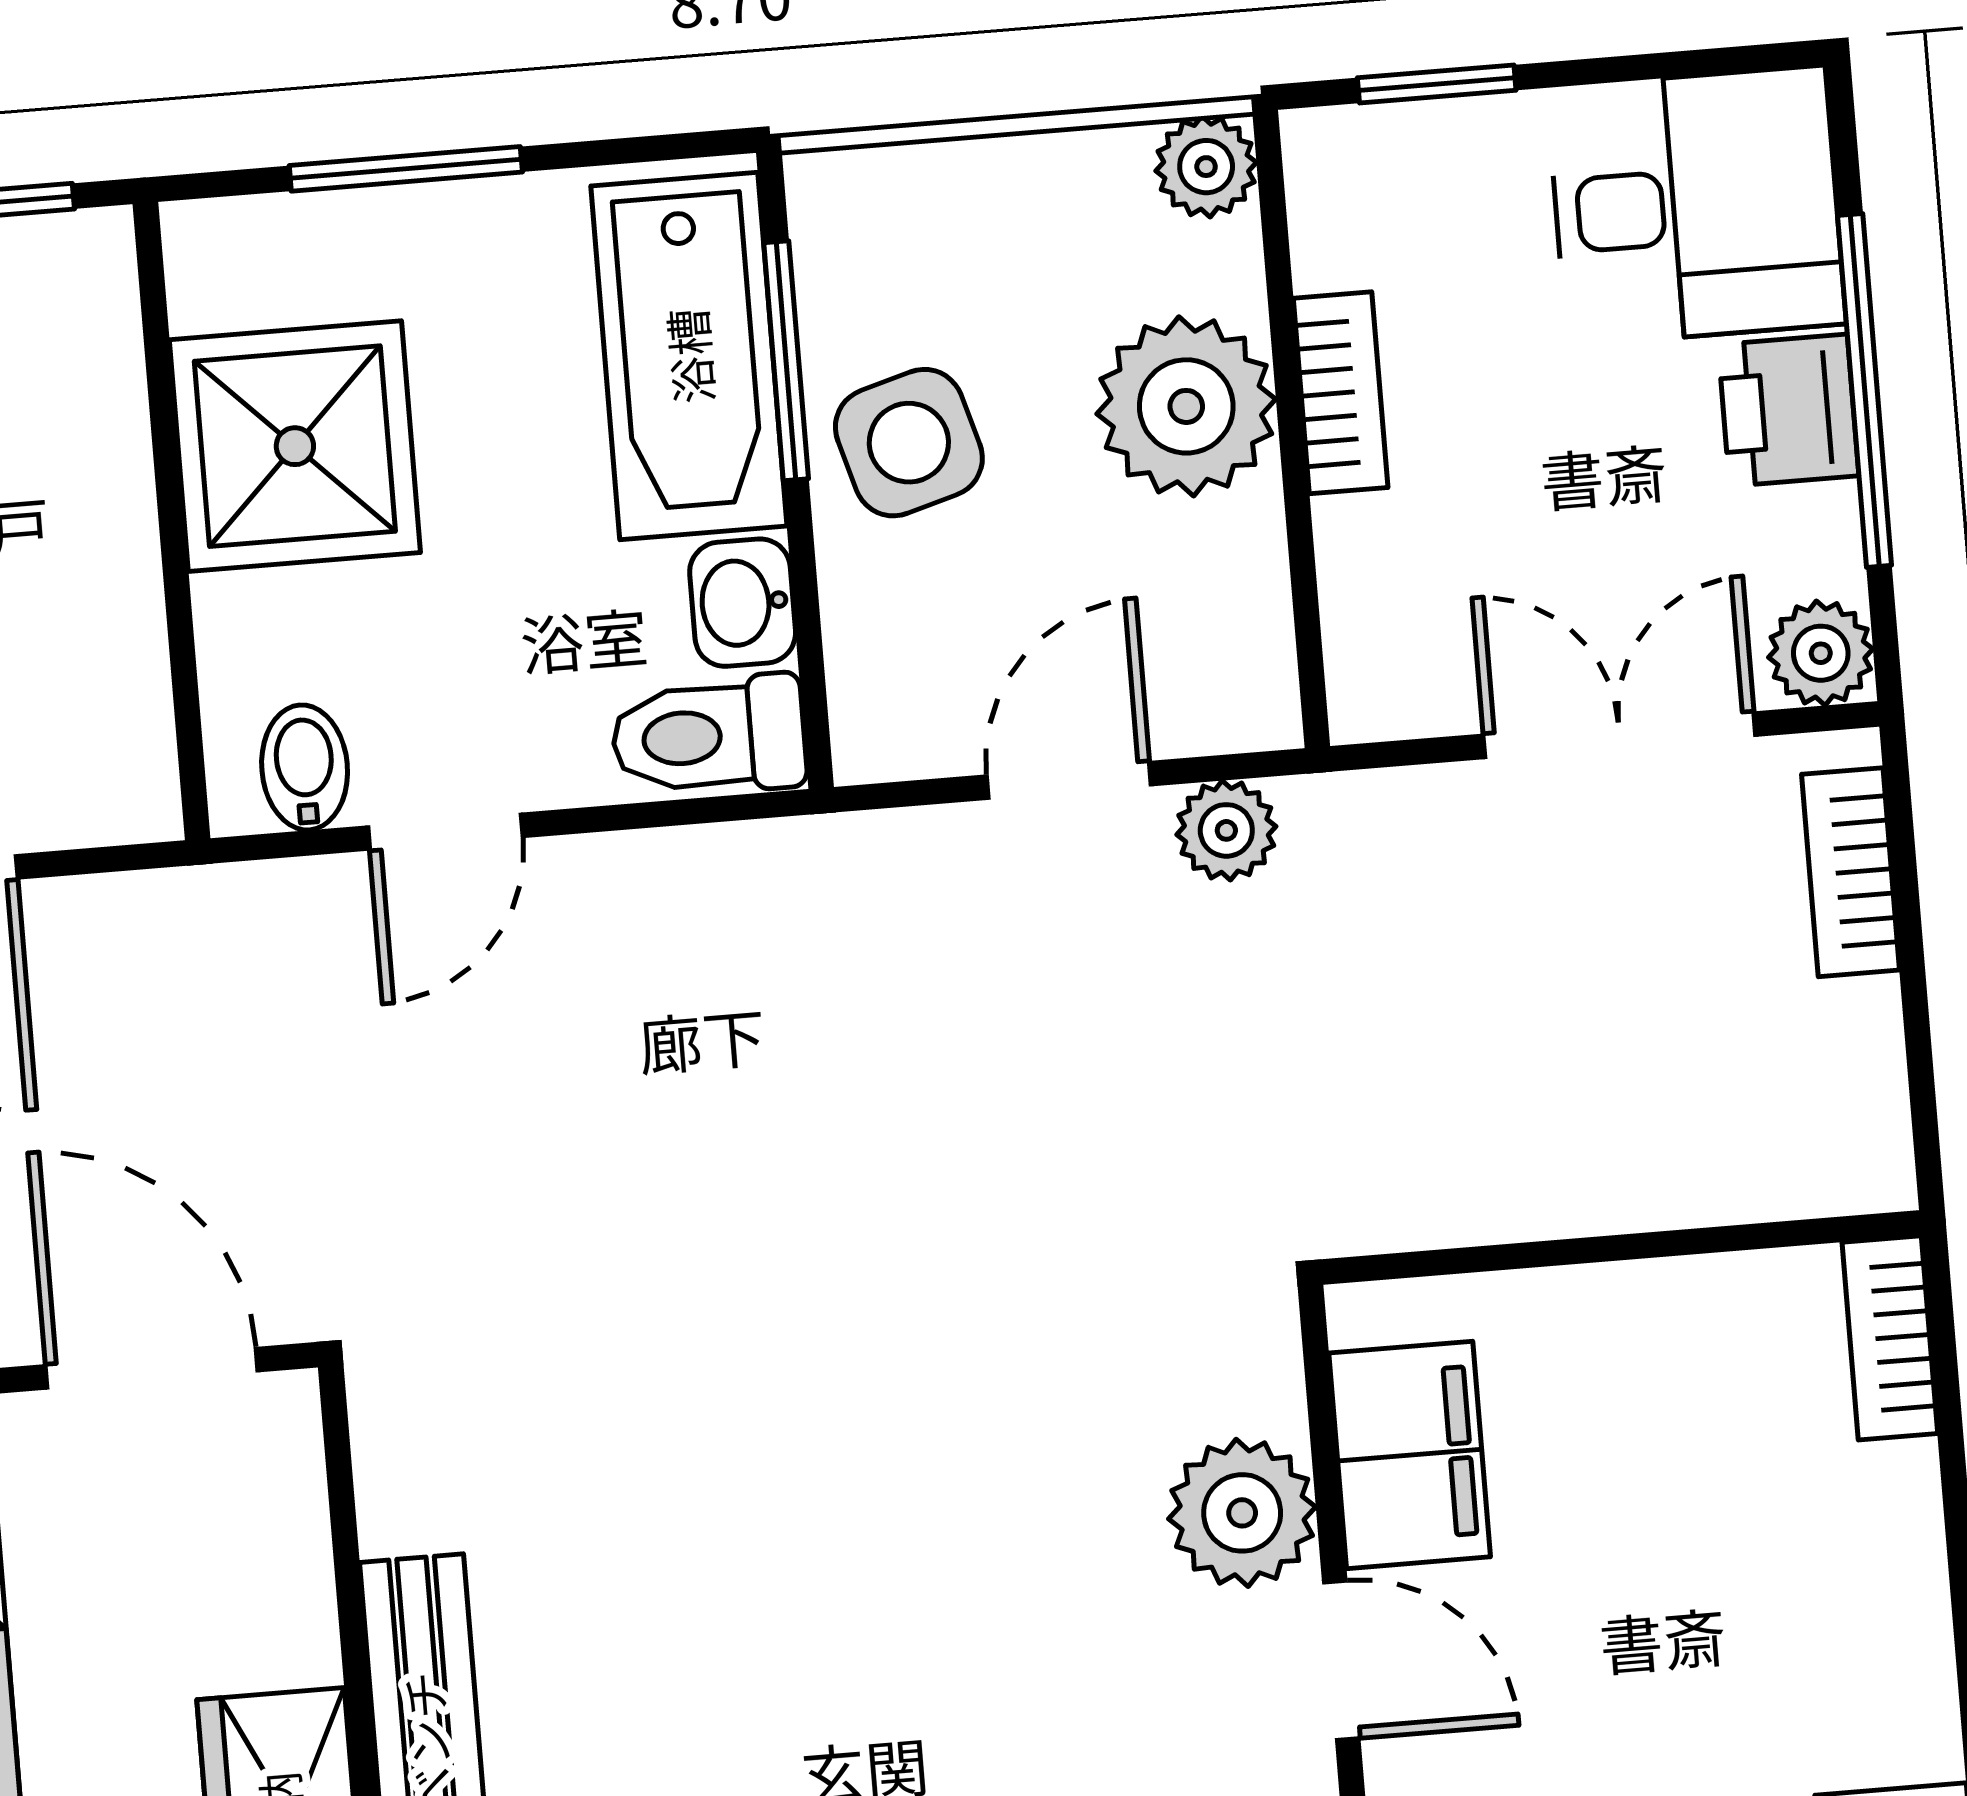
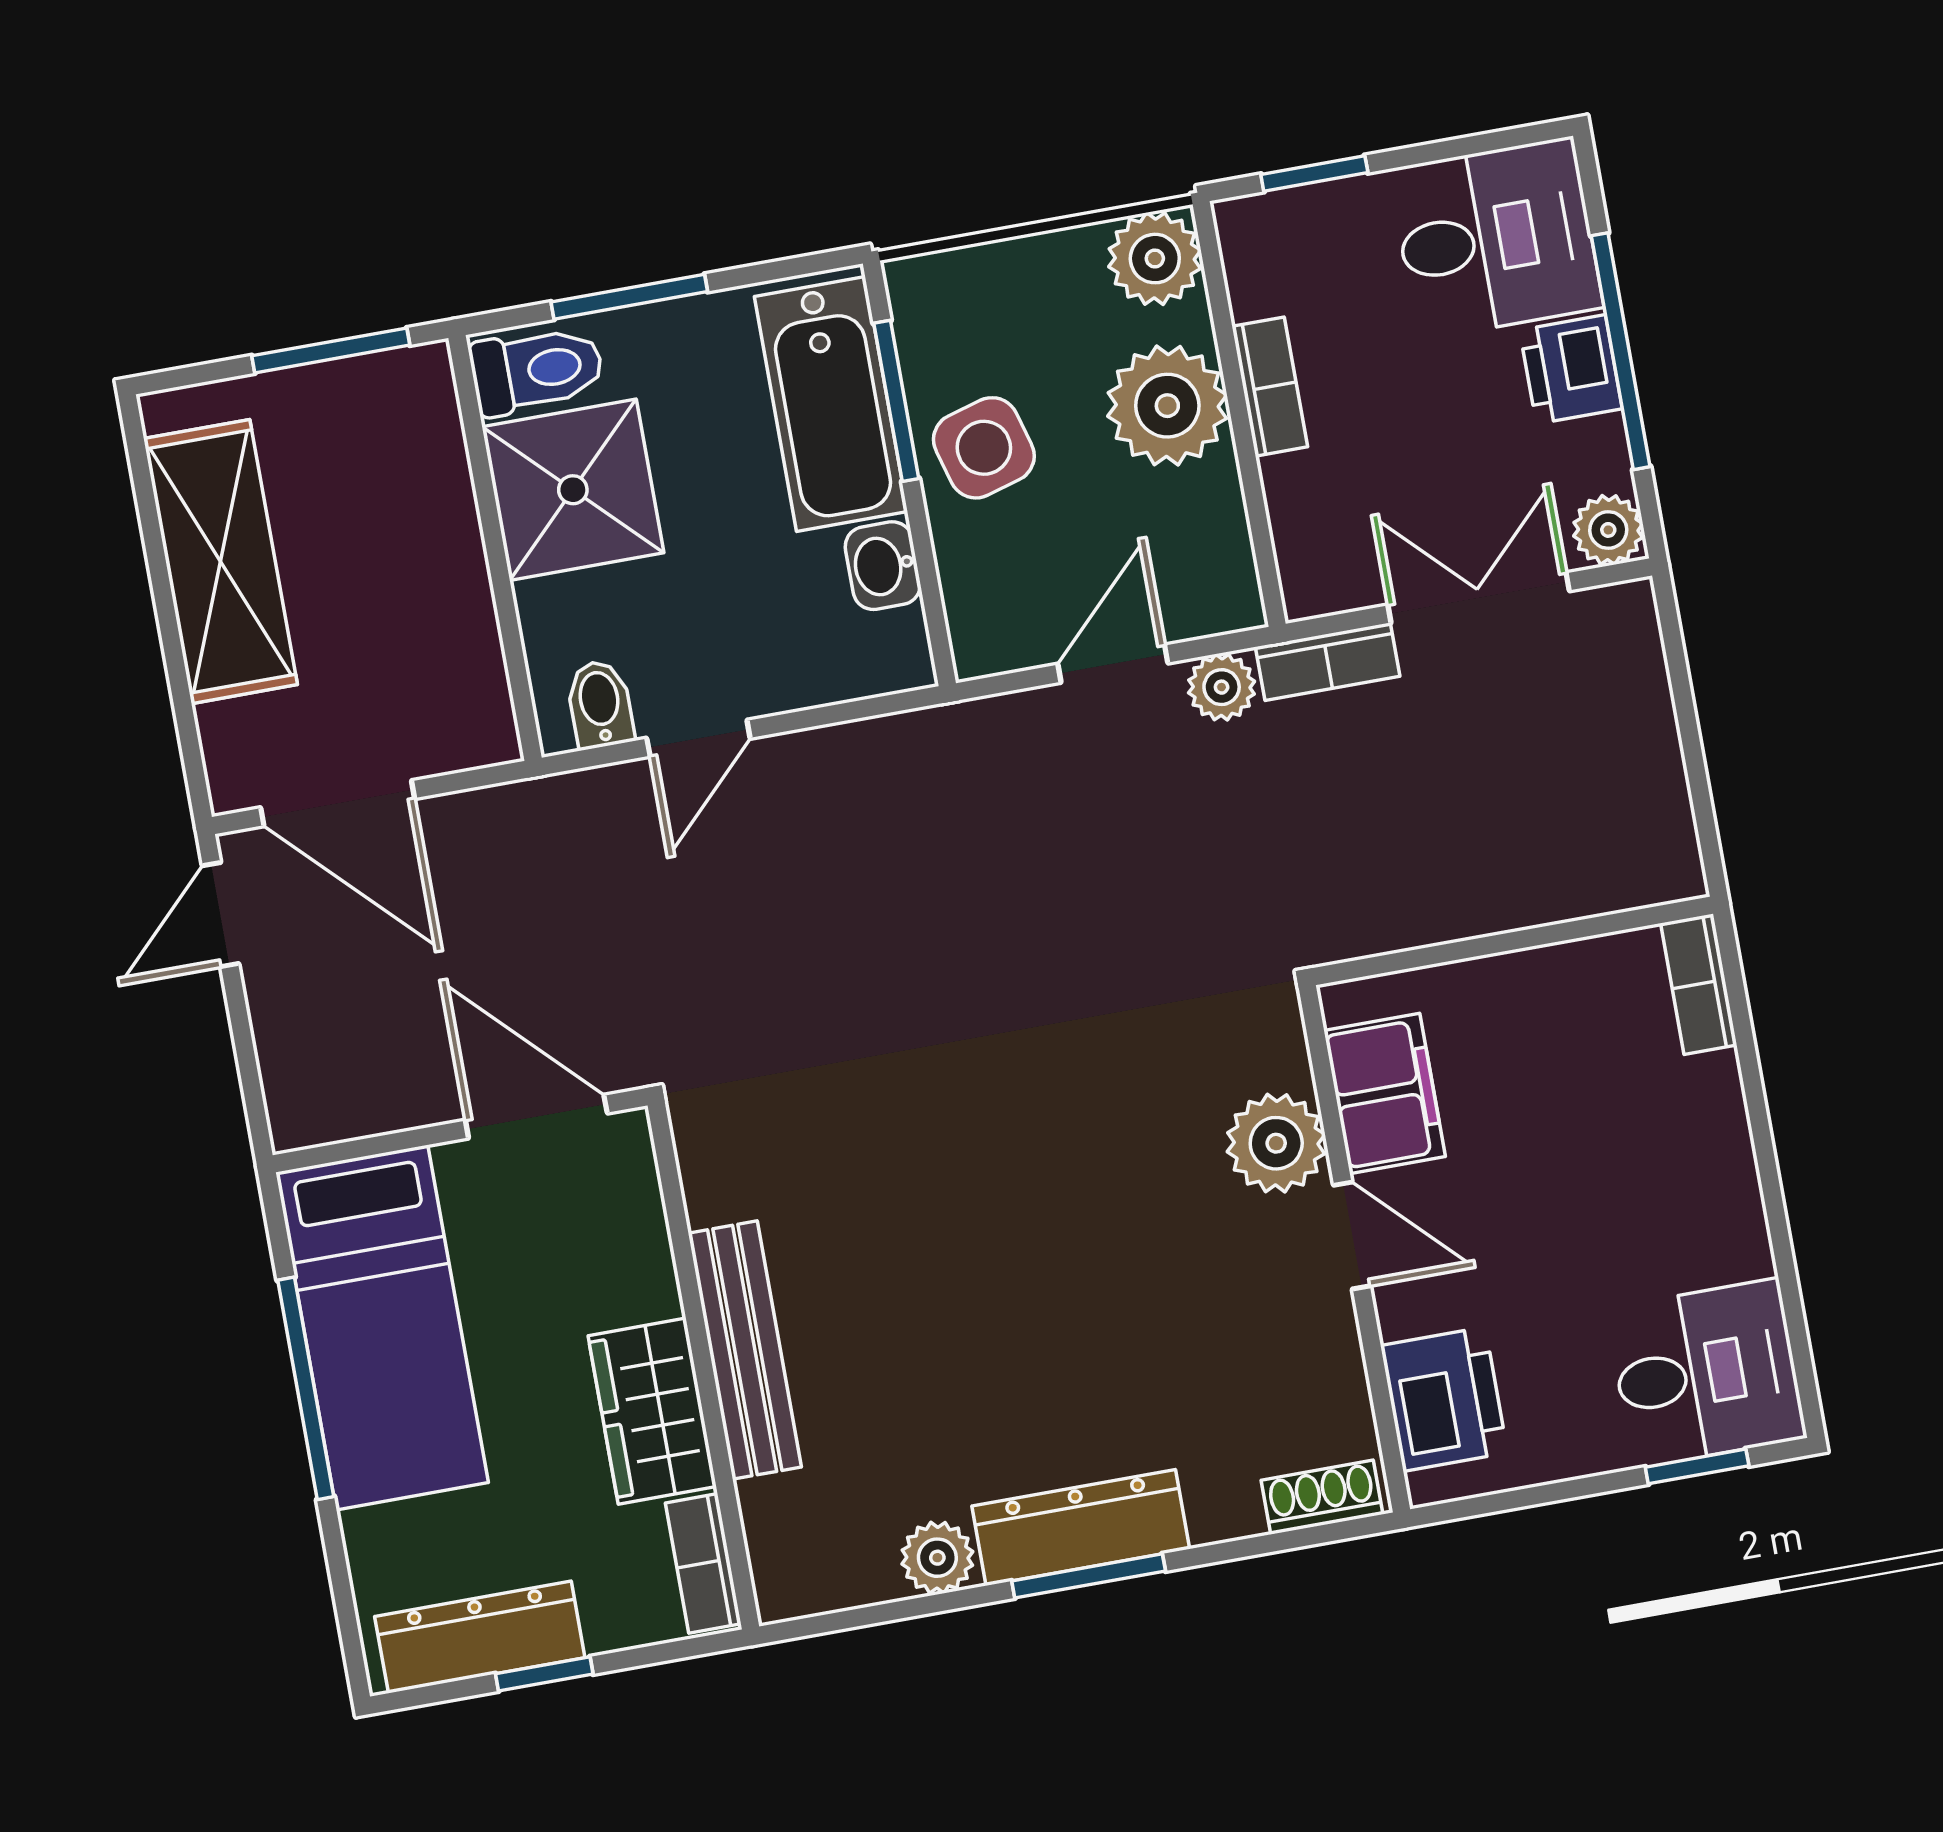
plant: (1206, 167) -> (1155, 259), width x1.38, depth x1.38
toilet: (709, 736) -> (537, 370), moved, turned 180
bookcase: (1851, 872) -> (1328, 662), moved, turned -90

